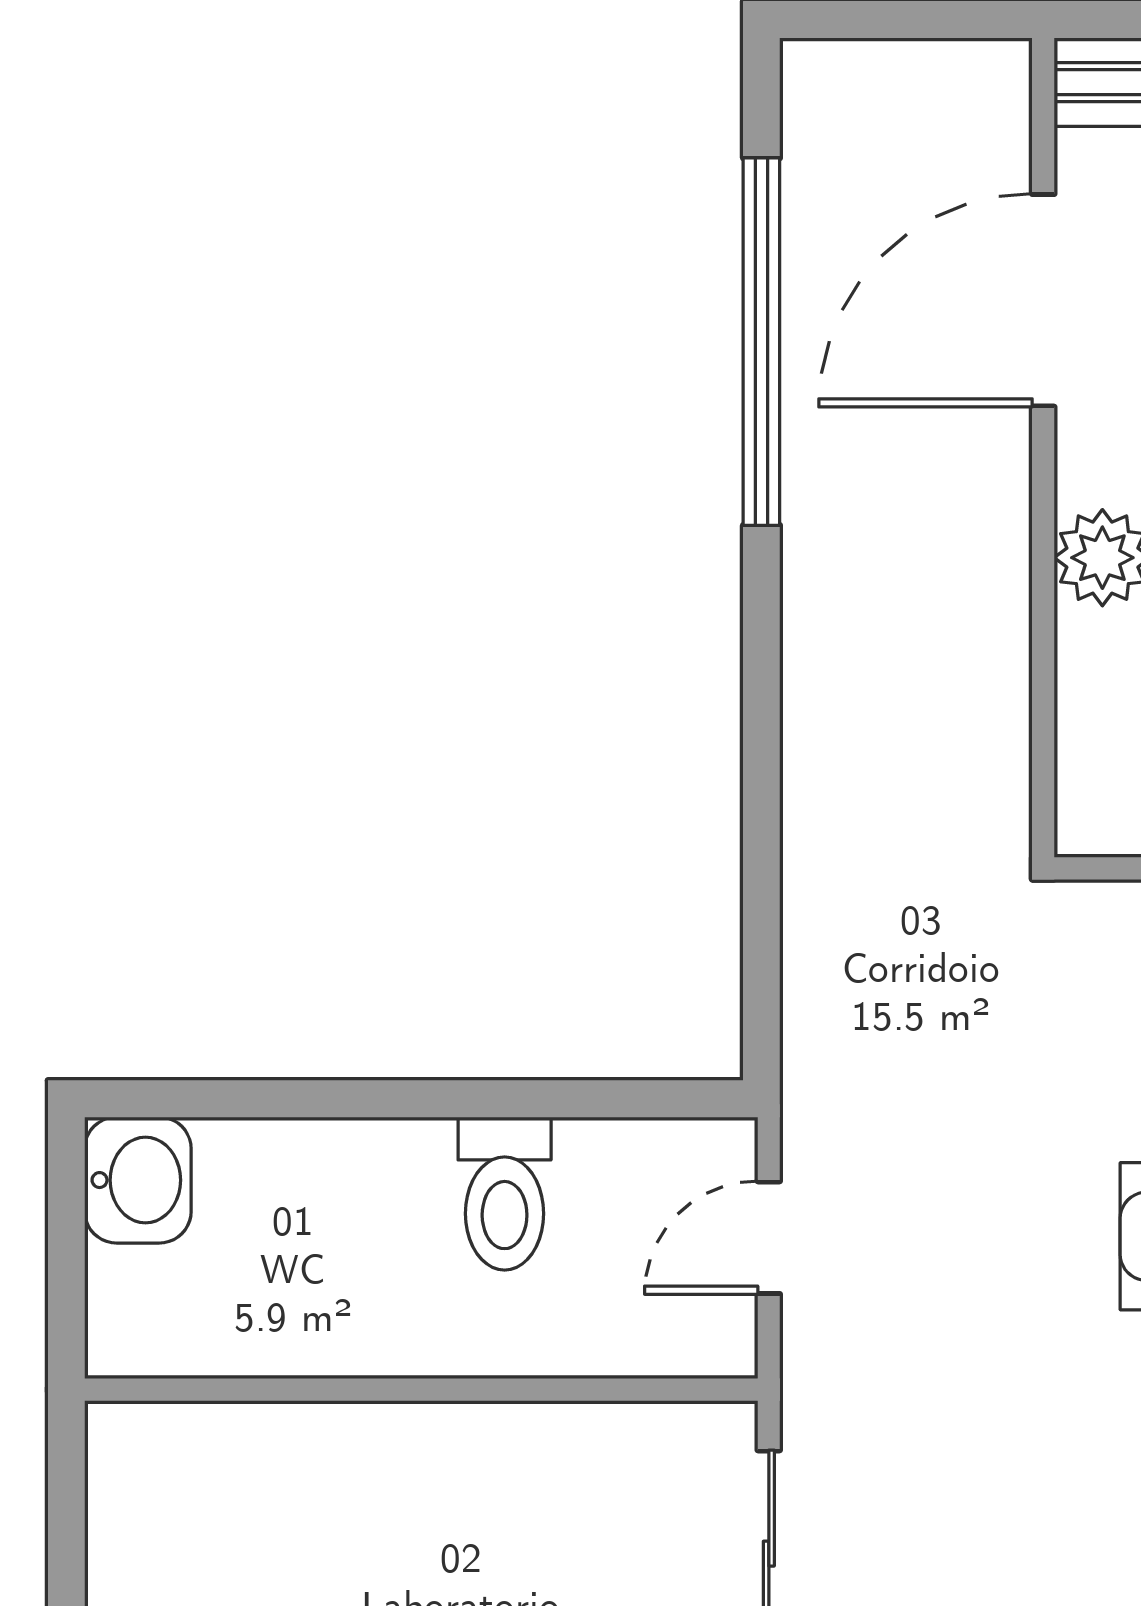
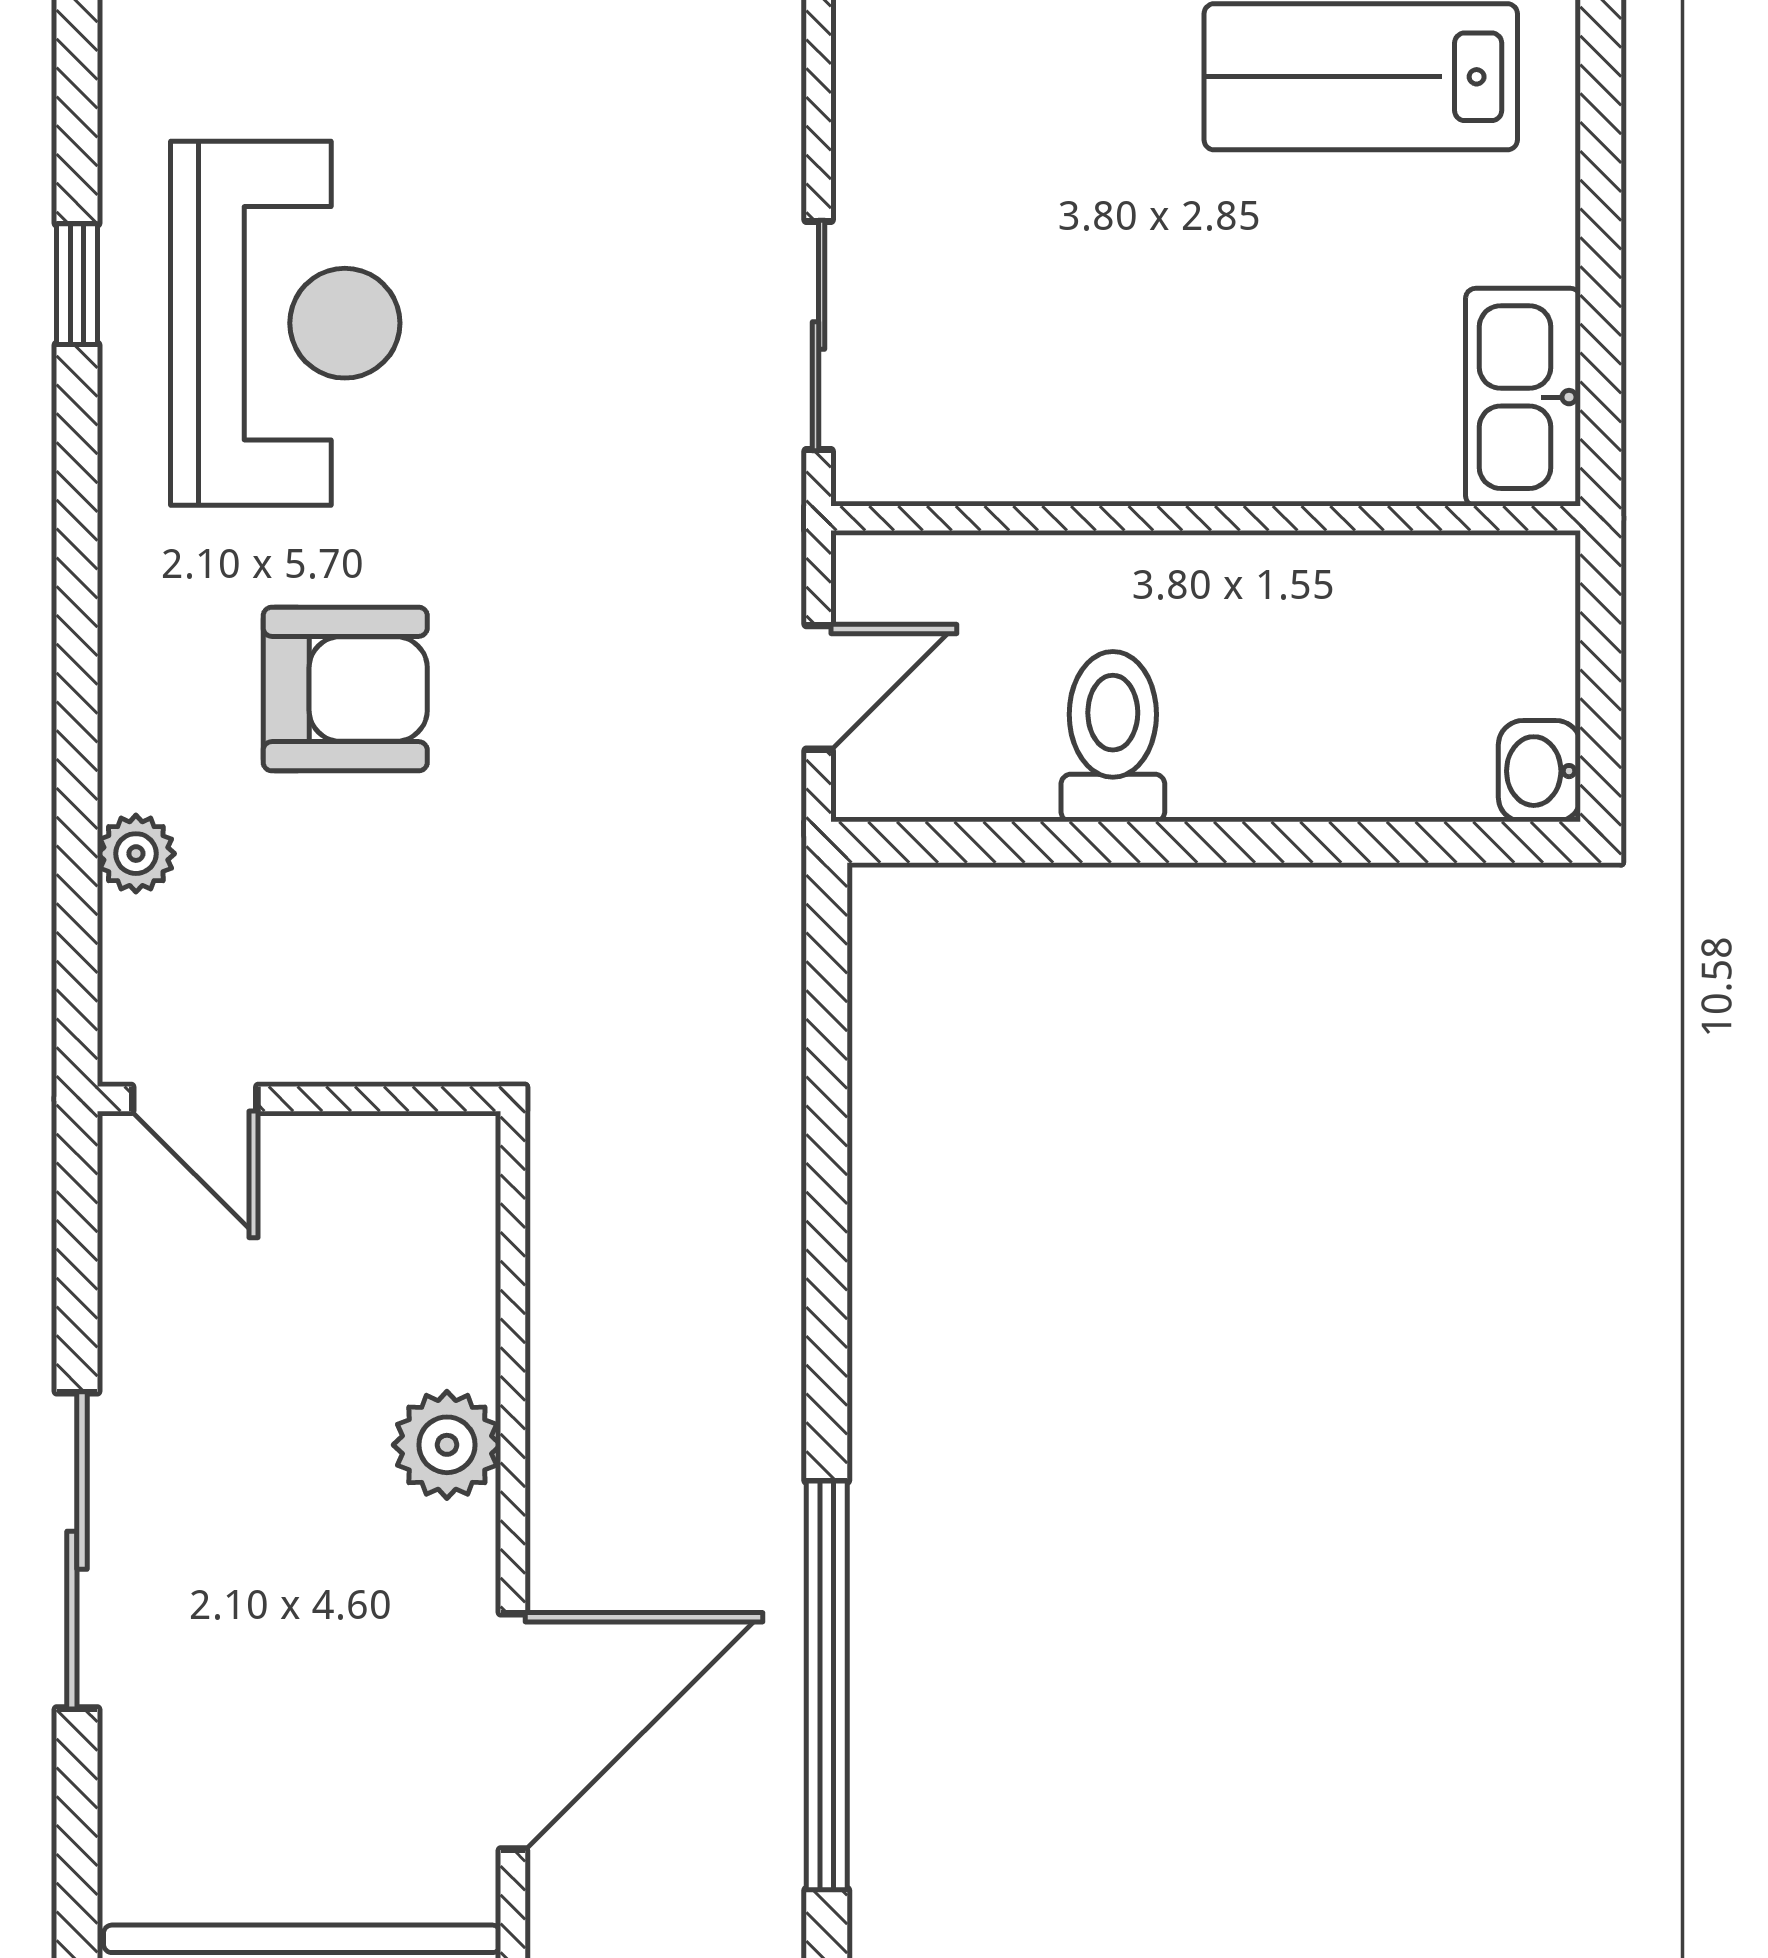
washbasin: (138, 1180) -> (1539, 771), width x0.72, depth x0.69
kitchen sink: (136, 1498) -> (1523, 397), added

